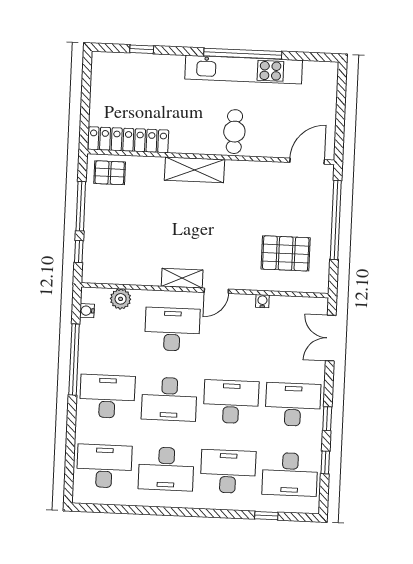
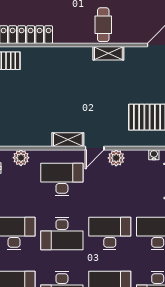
shelving: (194, 170) -> (108, 53), moved, width x0.67, depth x0.75
water cooler: (262, 301) -> (154, 155), moved
plant: (244, 304) -> (116, 158), added

